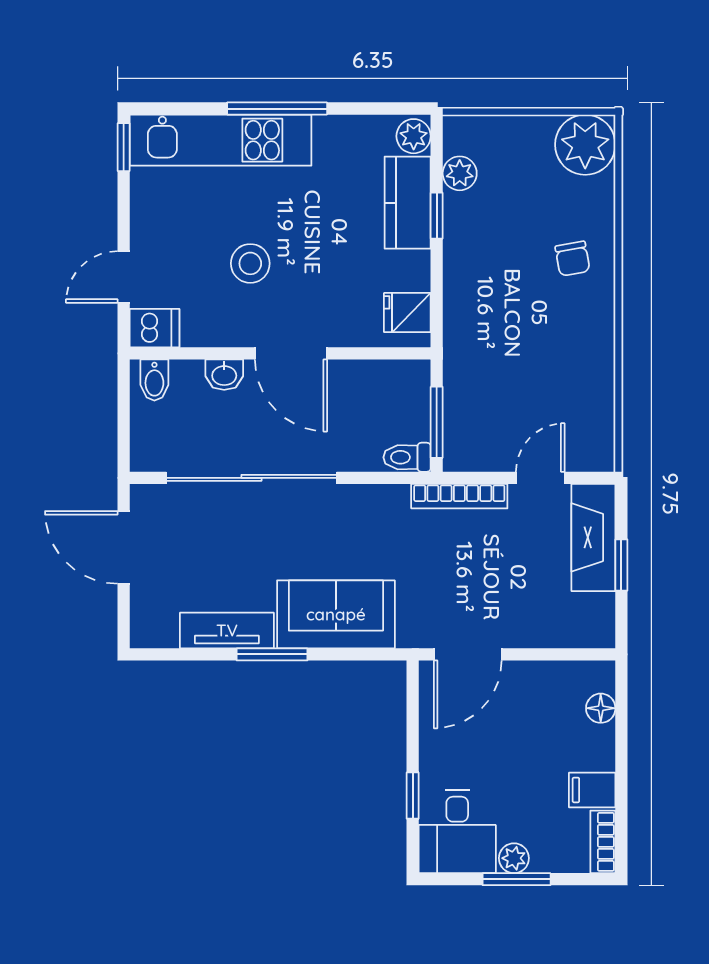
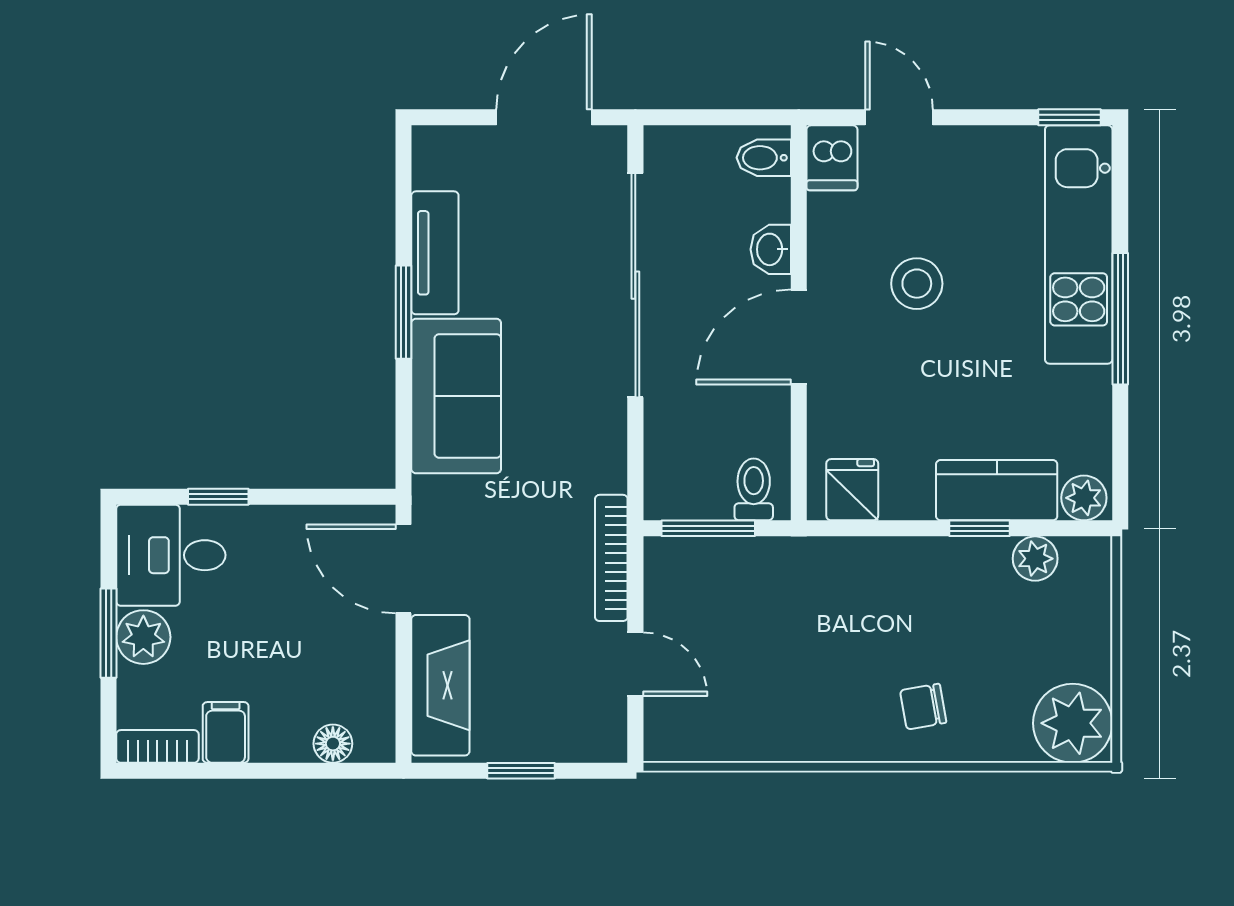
toilet: (407, 457) -> (754, 489), moved
fireplace: (593, 537) -> (440, 685), moved, turned 90
plant: (514, 858) -> (143, 637), width x1.38, depth x1.38

